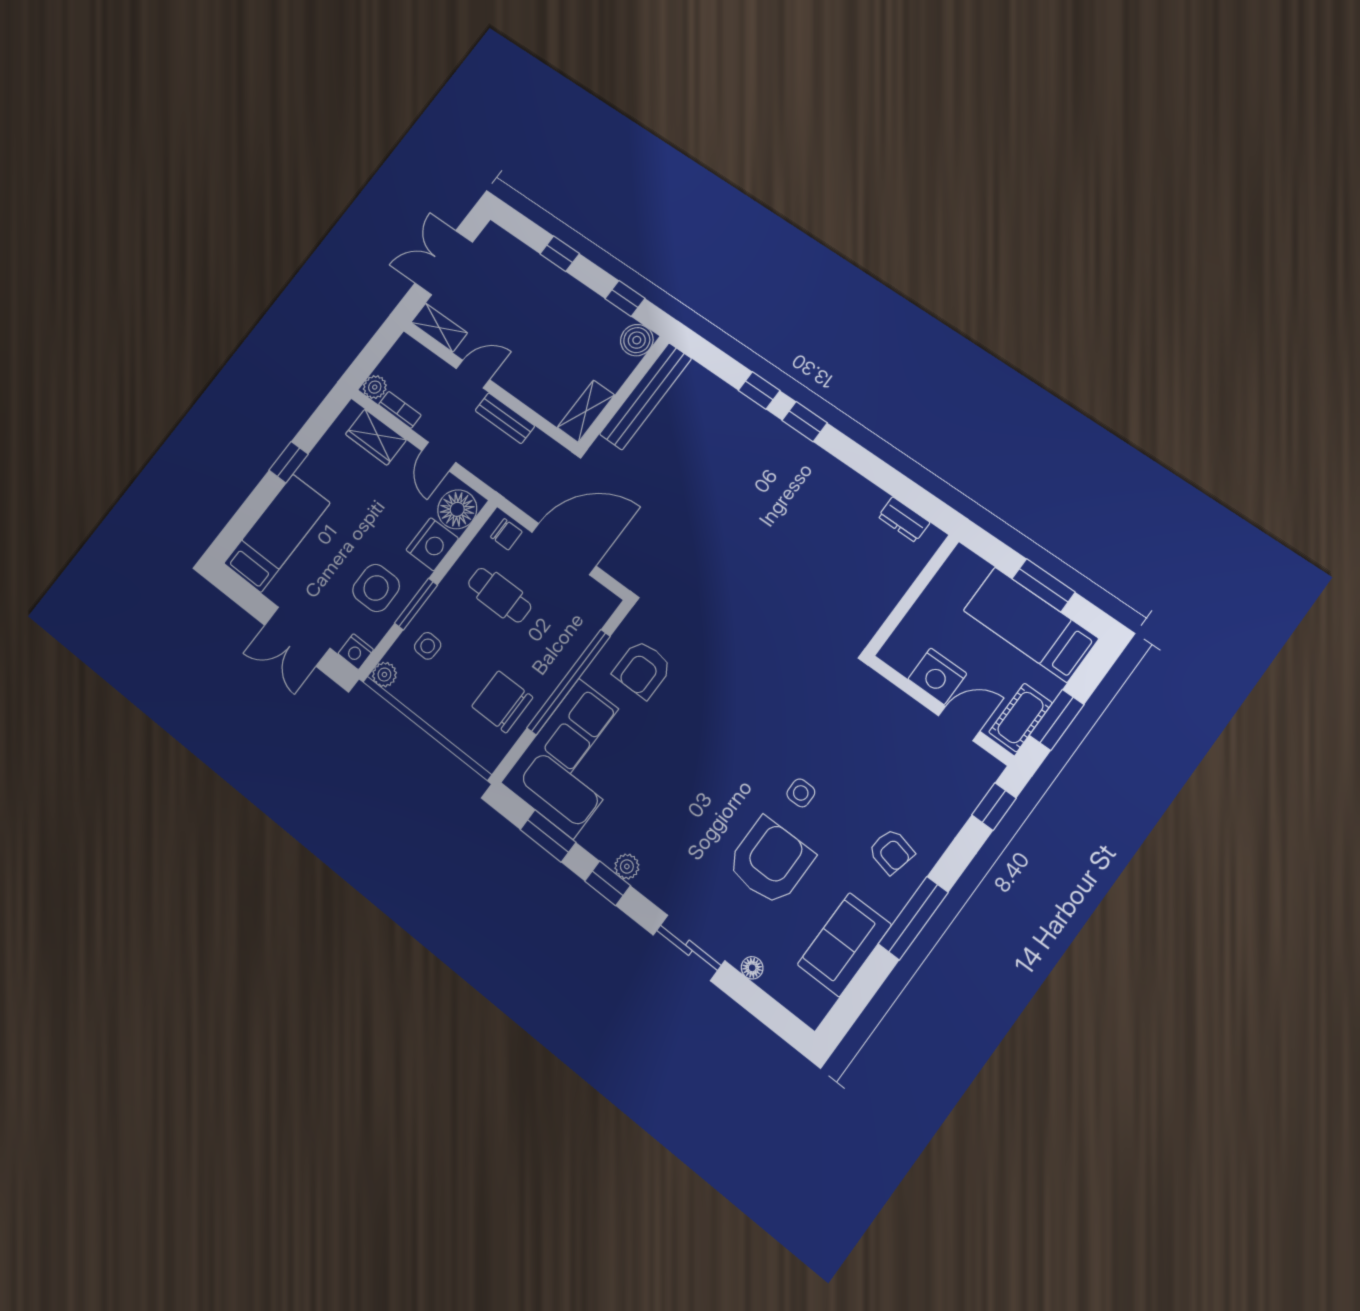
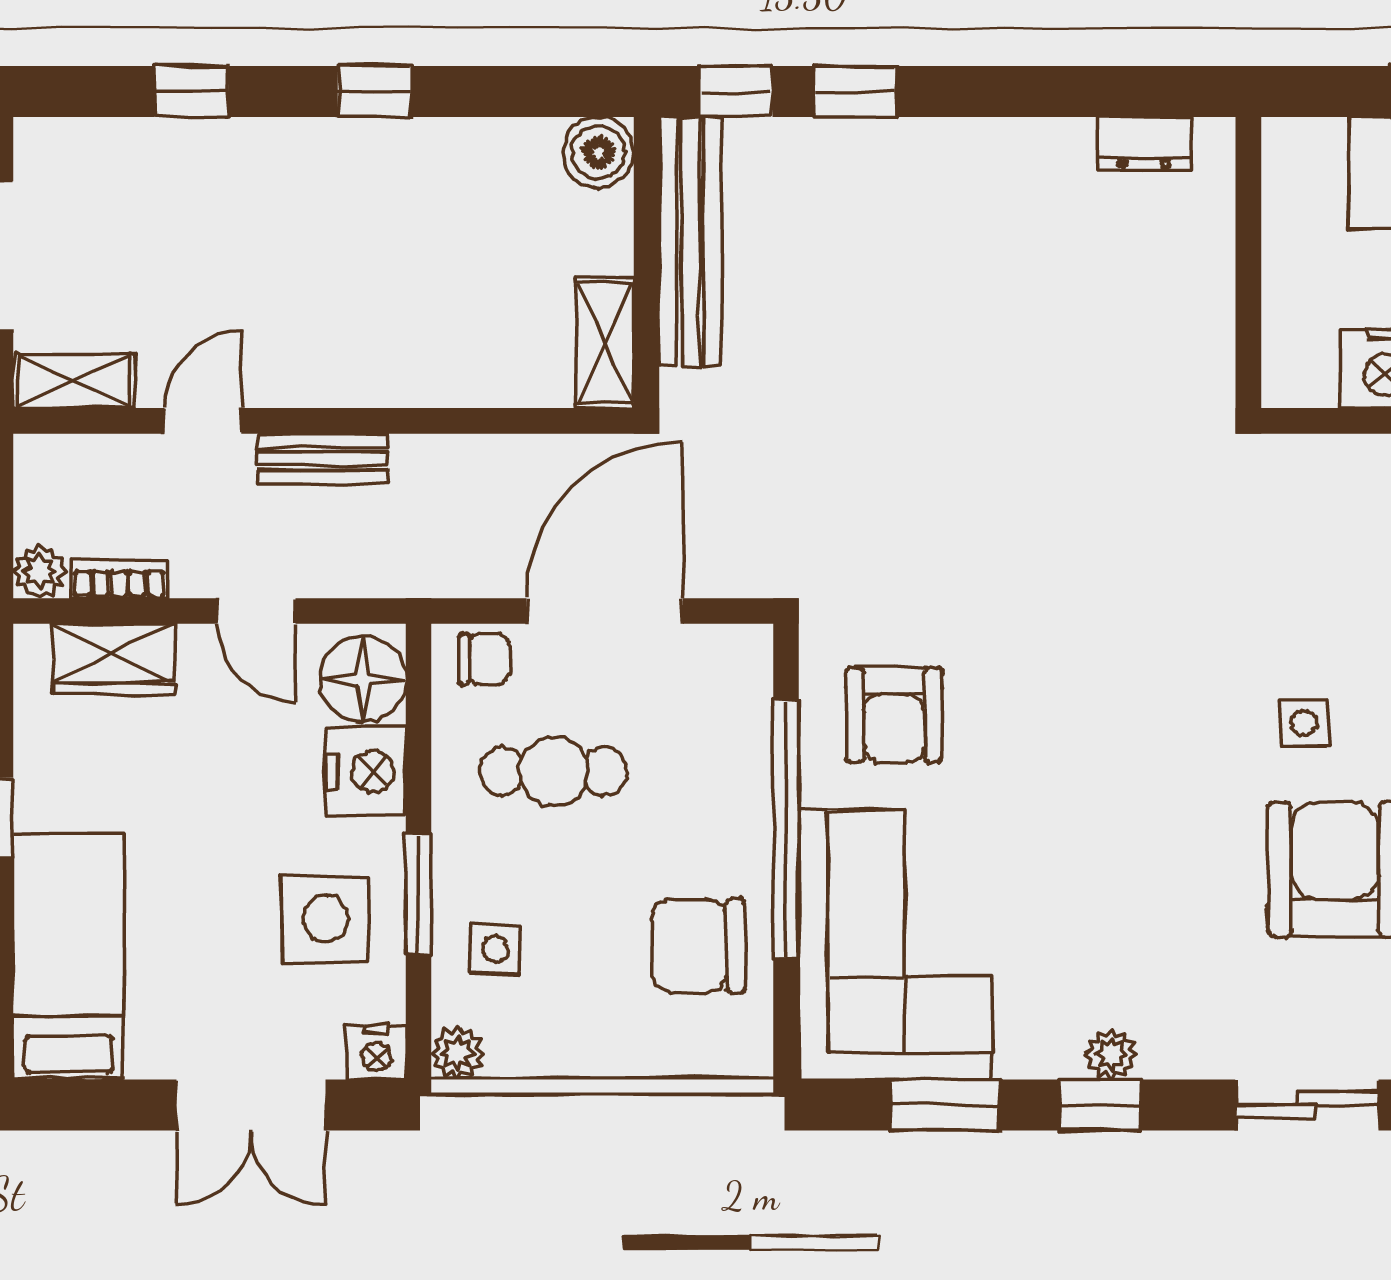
boiler: (637, 340) -> (598, 152), moved
wall: (624, 393) -> (647, 262), moved
bench: (646, 396) -> (690, 242), moved
shelving: (586, 411) -> (605, 343), moved

